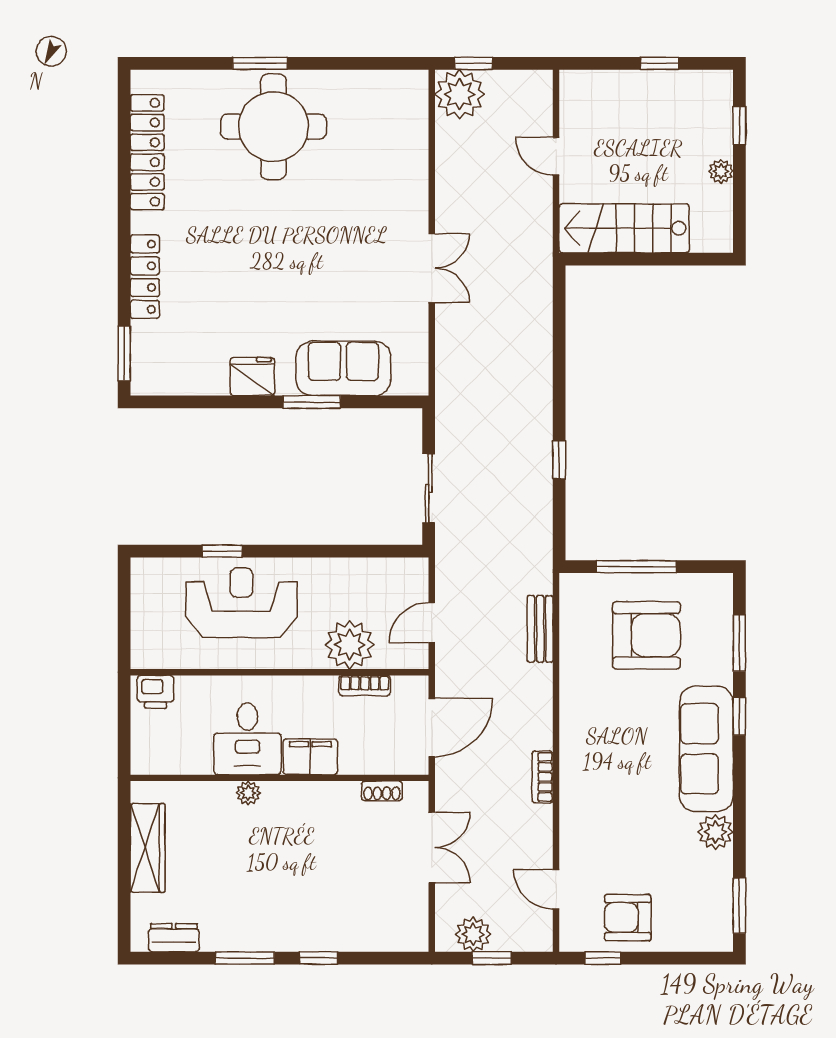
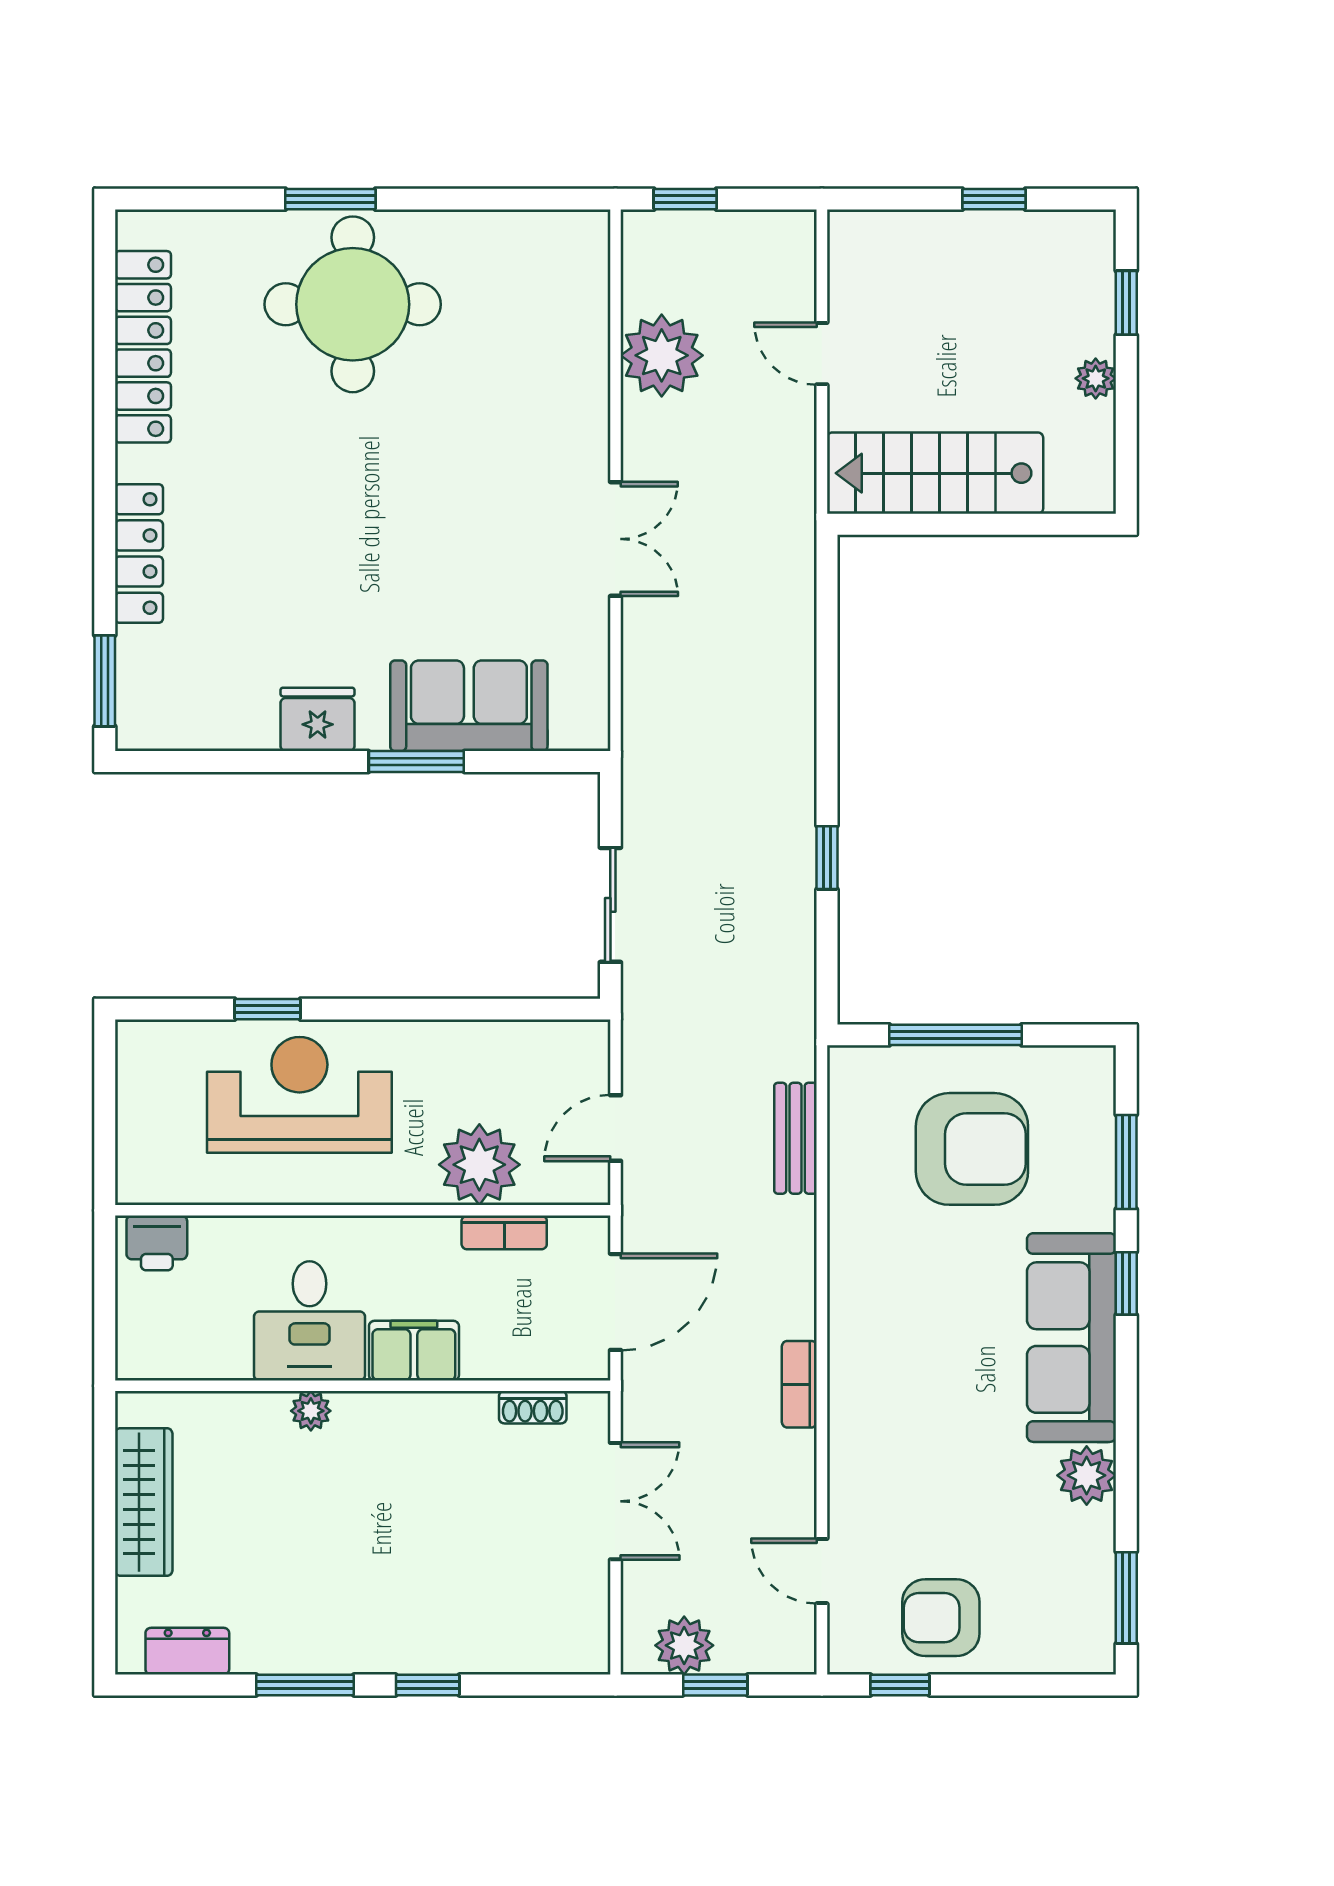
plant: (460, 94) -> (662, 355), moved

